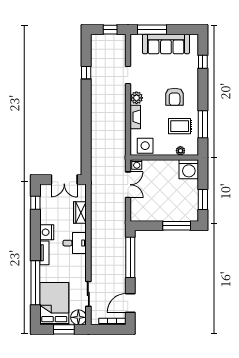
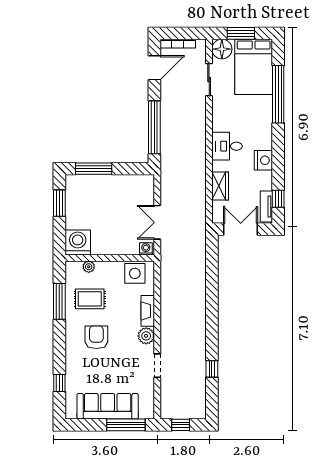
tv unit: (44, 253) -> (266, 207), moved

